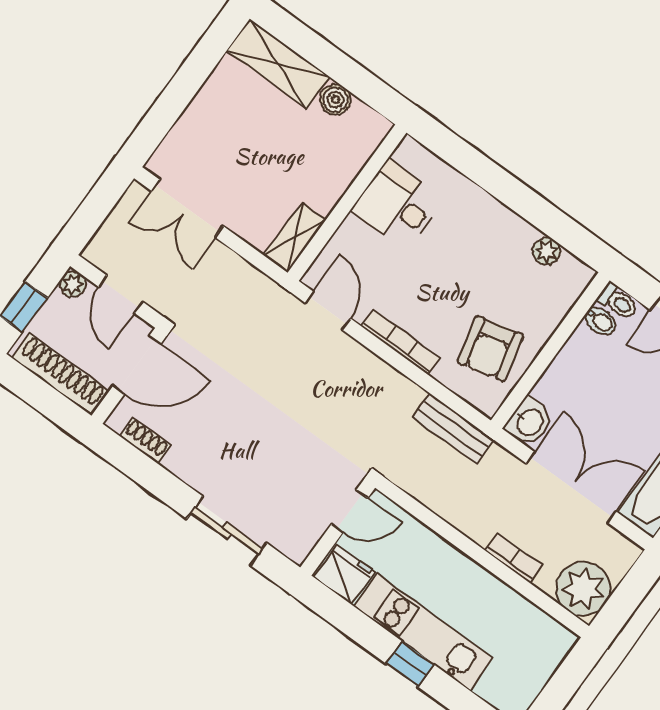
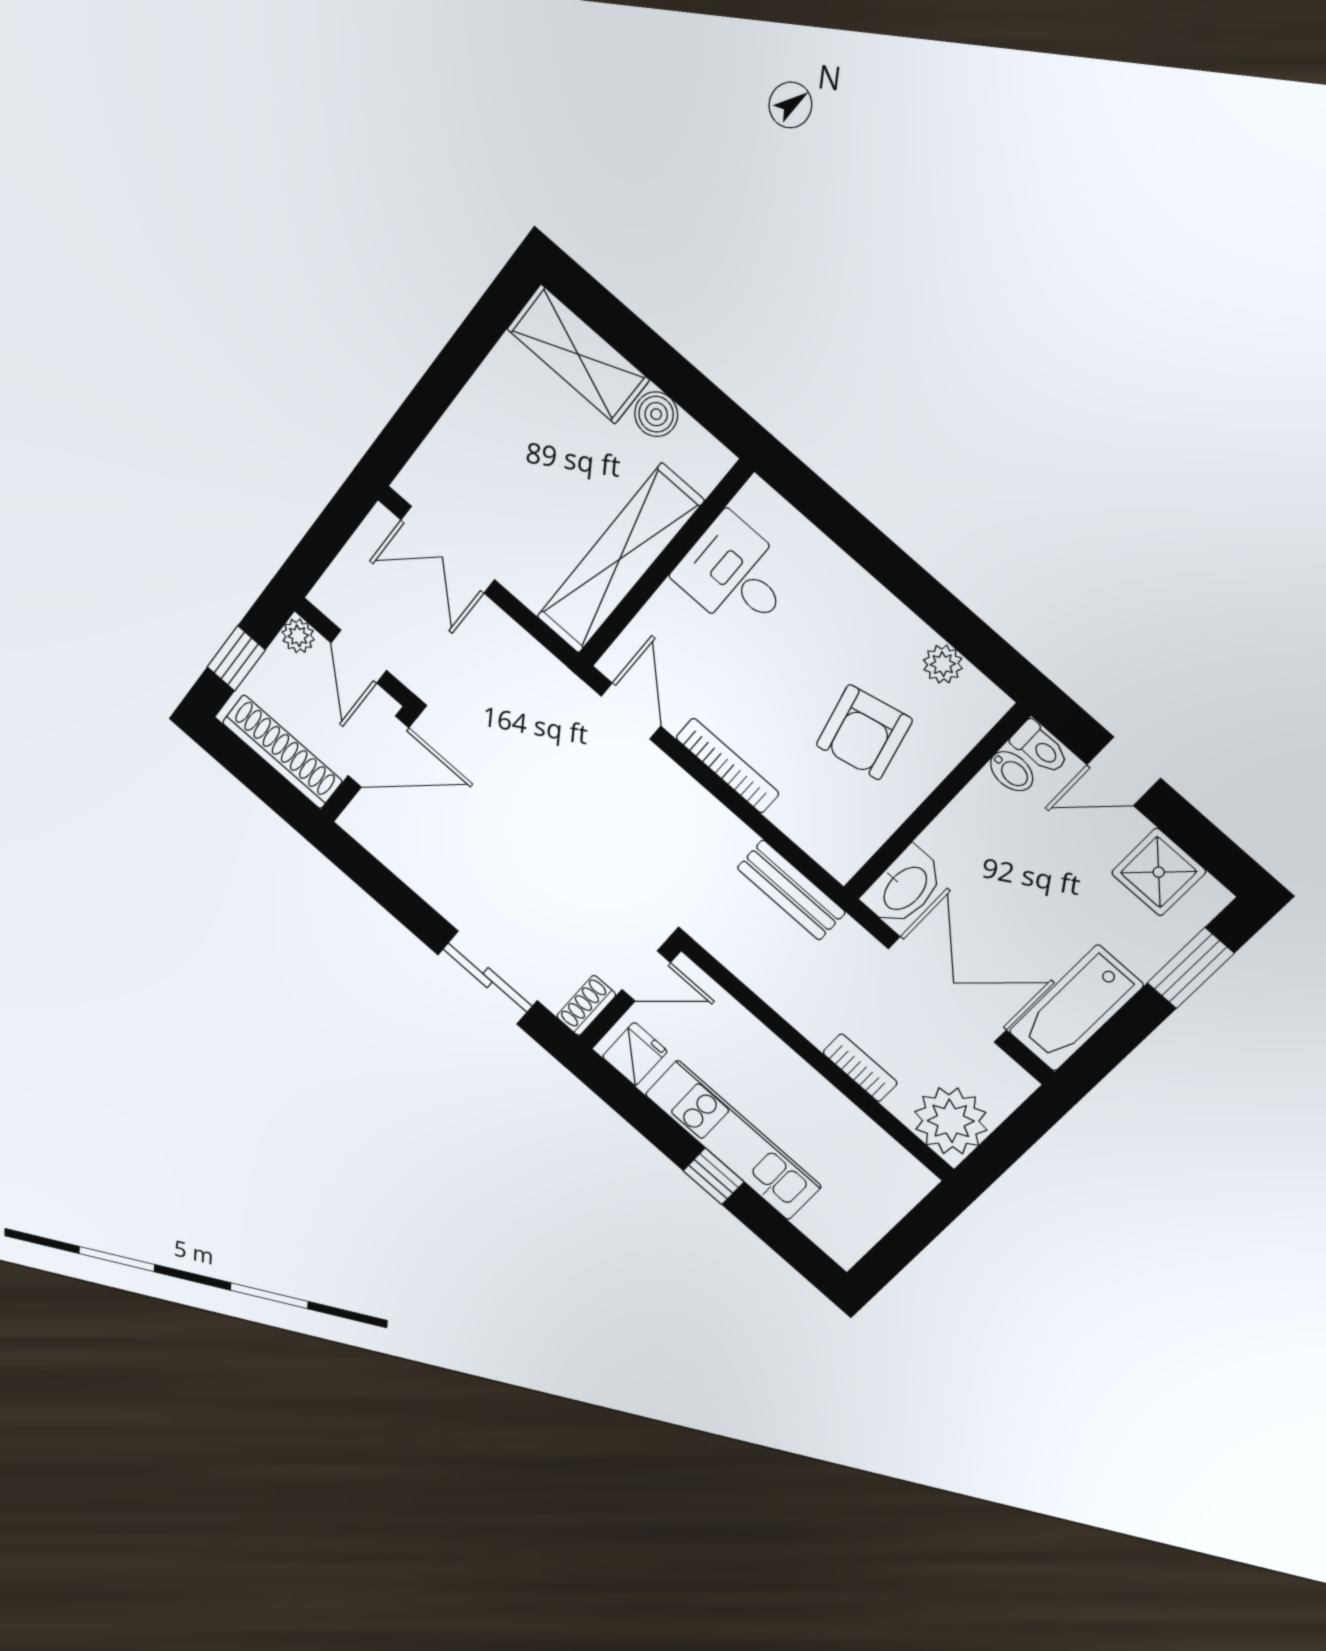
shelving: (295, 237) -> (620, 559), width x2.20, depth x1.33
armchair: (490, 349) -> (864, 732), moved
washbasin: (529, 422) -> (904, 887), width x1.38
shoe rack: (145, 440) -> (586, 1005), moved, turned -90
fridge: (344, 575) -> (635, 1054), width x0.72

